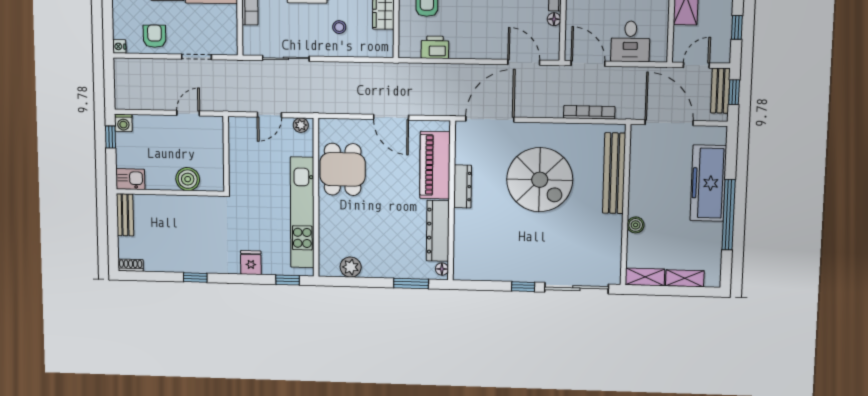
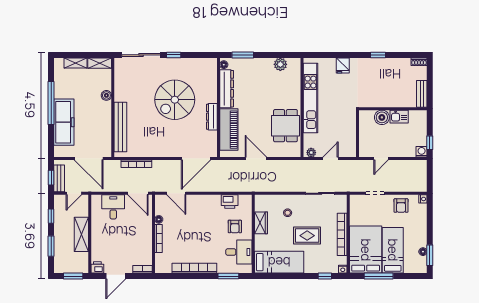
kitchen sink: (130, 179) -> (399, 117), moved
spiral stairs: (540, 180) -> (175, 100), moved, turned -90
window: (288, 280) -> (320, 55), removed

